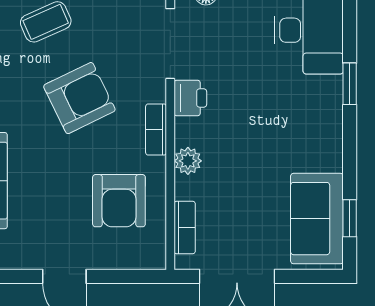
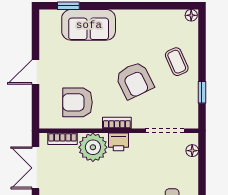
printer: (190, 98) -> (119, 142), moved
plant: (188, 161) -> (93, 147), width x1.87, depth x1.87

